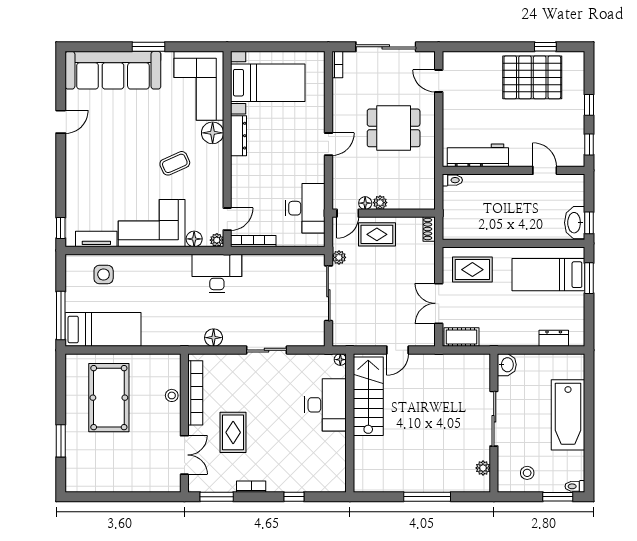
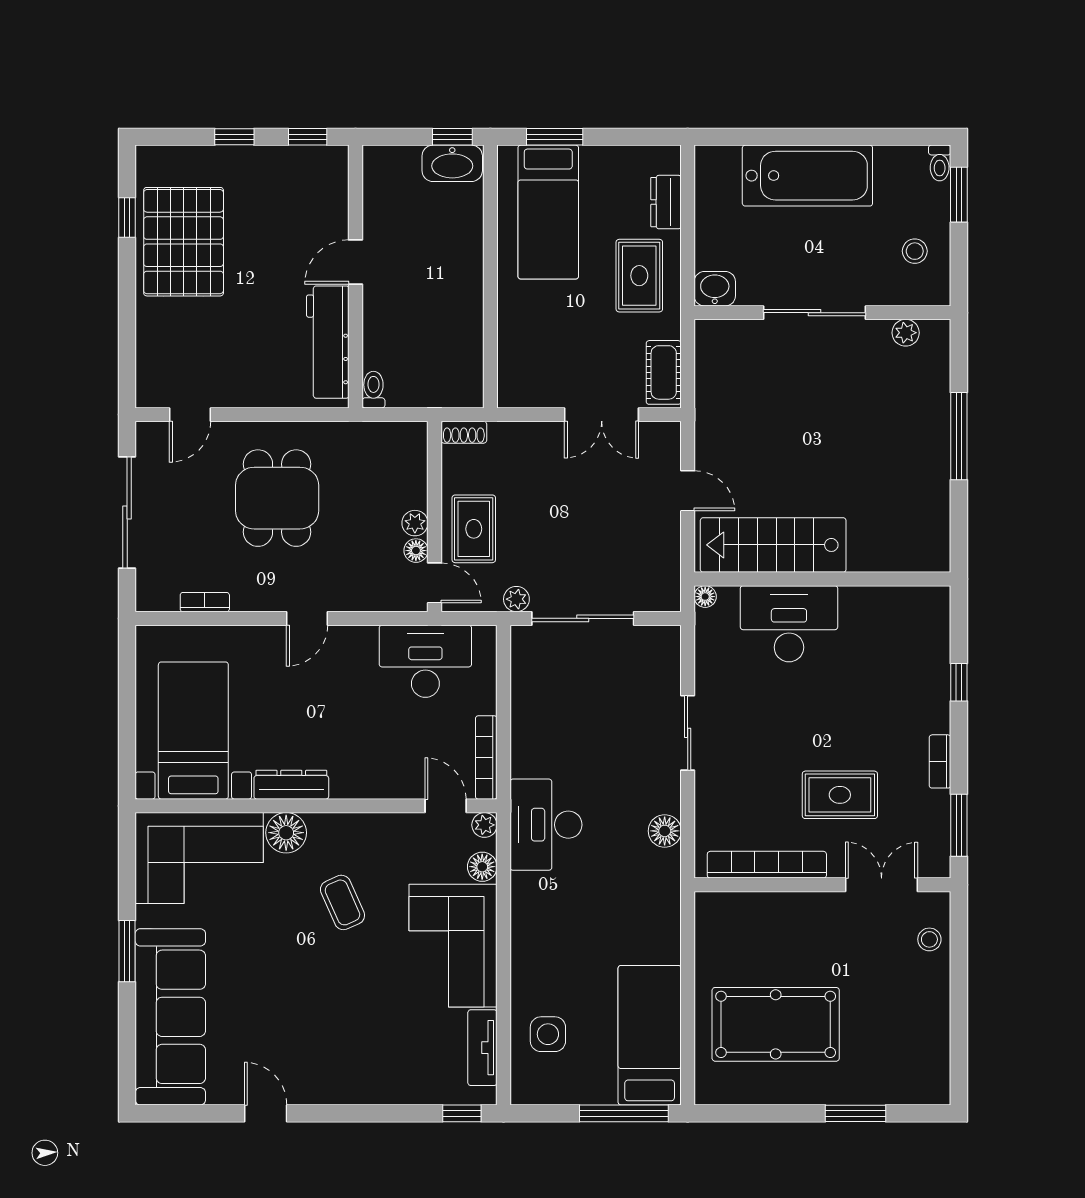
bookcase: (337, 65) -> (205, 602), moved
door: (328, 144) -> (307, 618), swing flipped
door: (545, 170) -> (356, 262), moved
rug: (472, 270) -> (639, 276), moved
stool: (172, 395) -> (929, 939), moved

